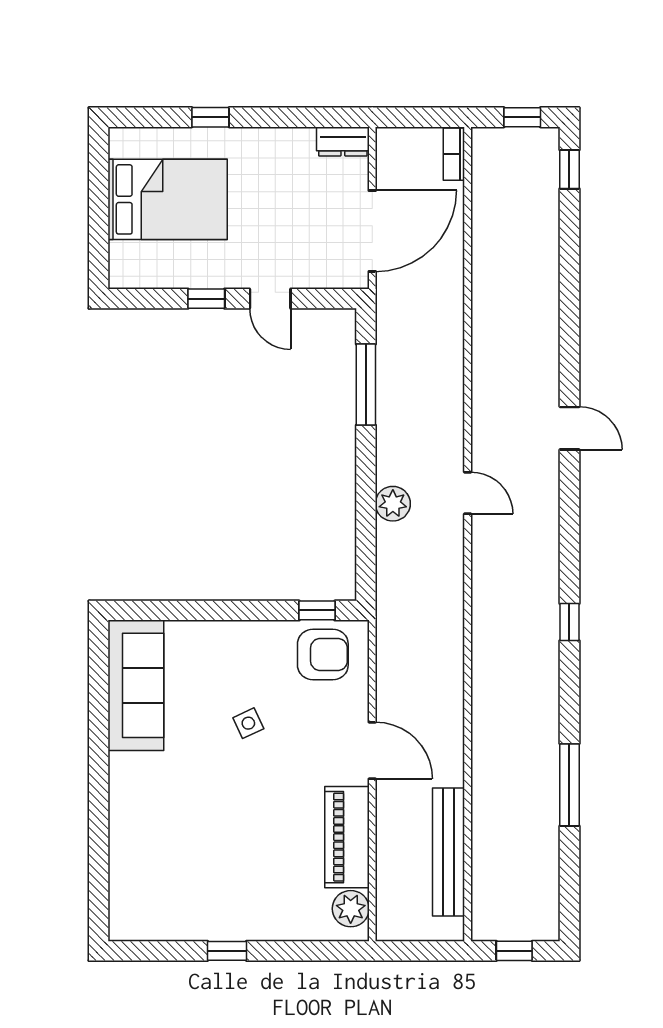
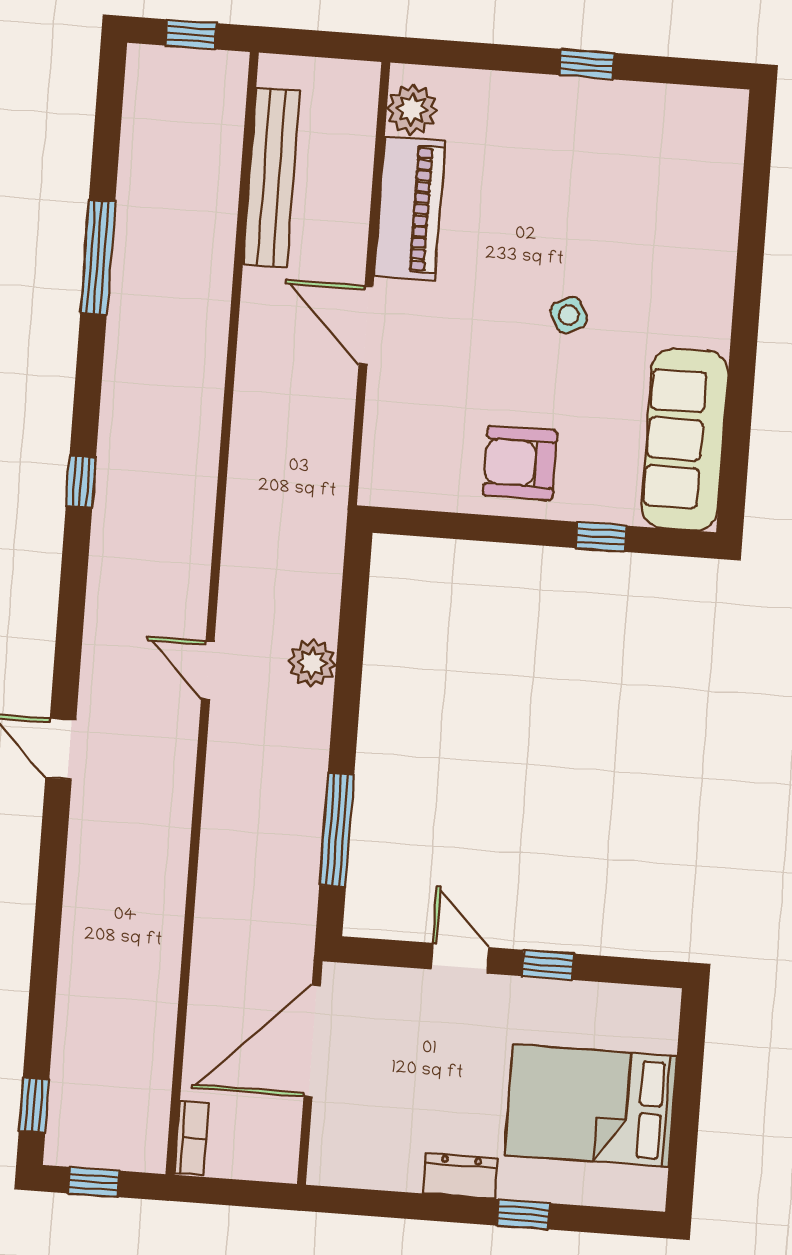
dresser: (343, 142) -> (460, 1176), moved
window: (317, 610) -> (601, 537), moved
armchair: (323, 655) -> (520, 463), moved
side table: (248, 723) -> (569, 315), moved

